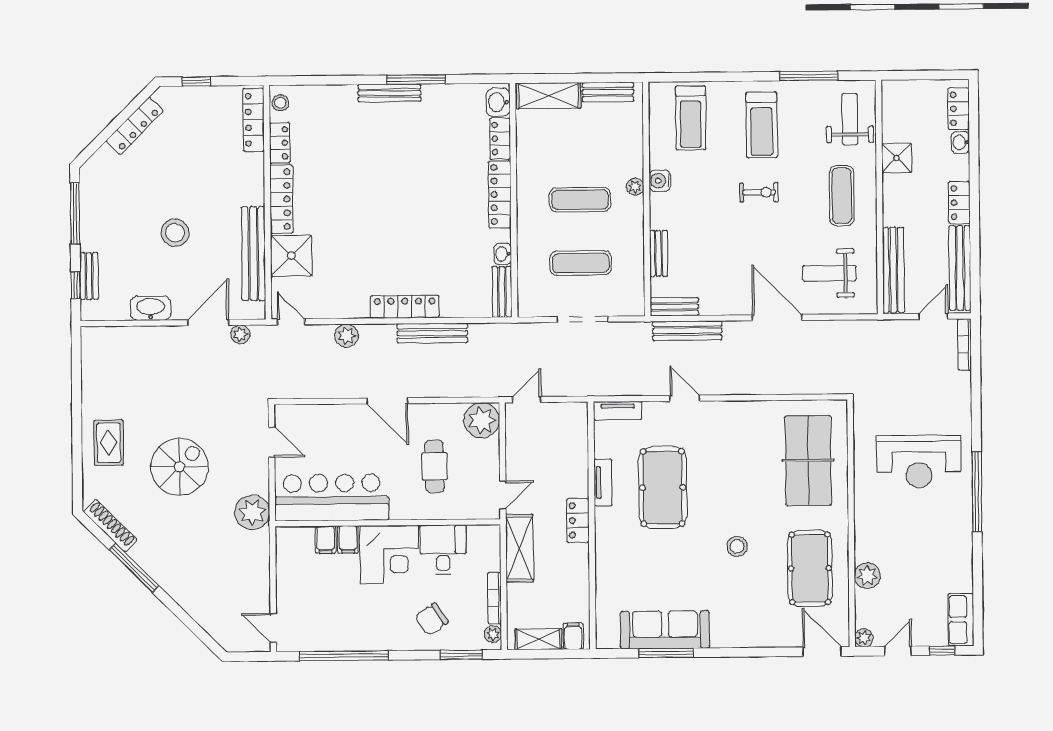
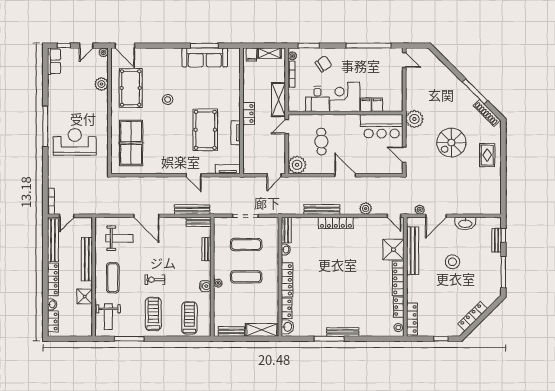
locker: (959, 203) -> (53, 279), width x1.53
bench: (893, 270) -> (87, 259), moved
bar counter: (332, 497) -> (382, 126), width x0.73

